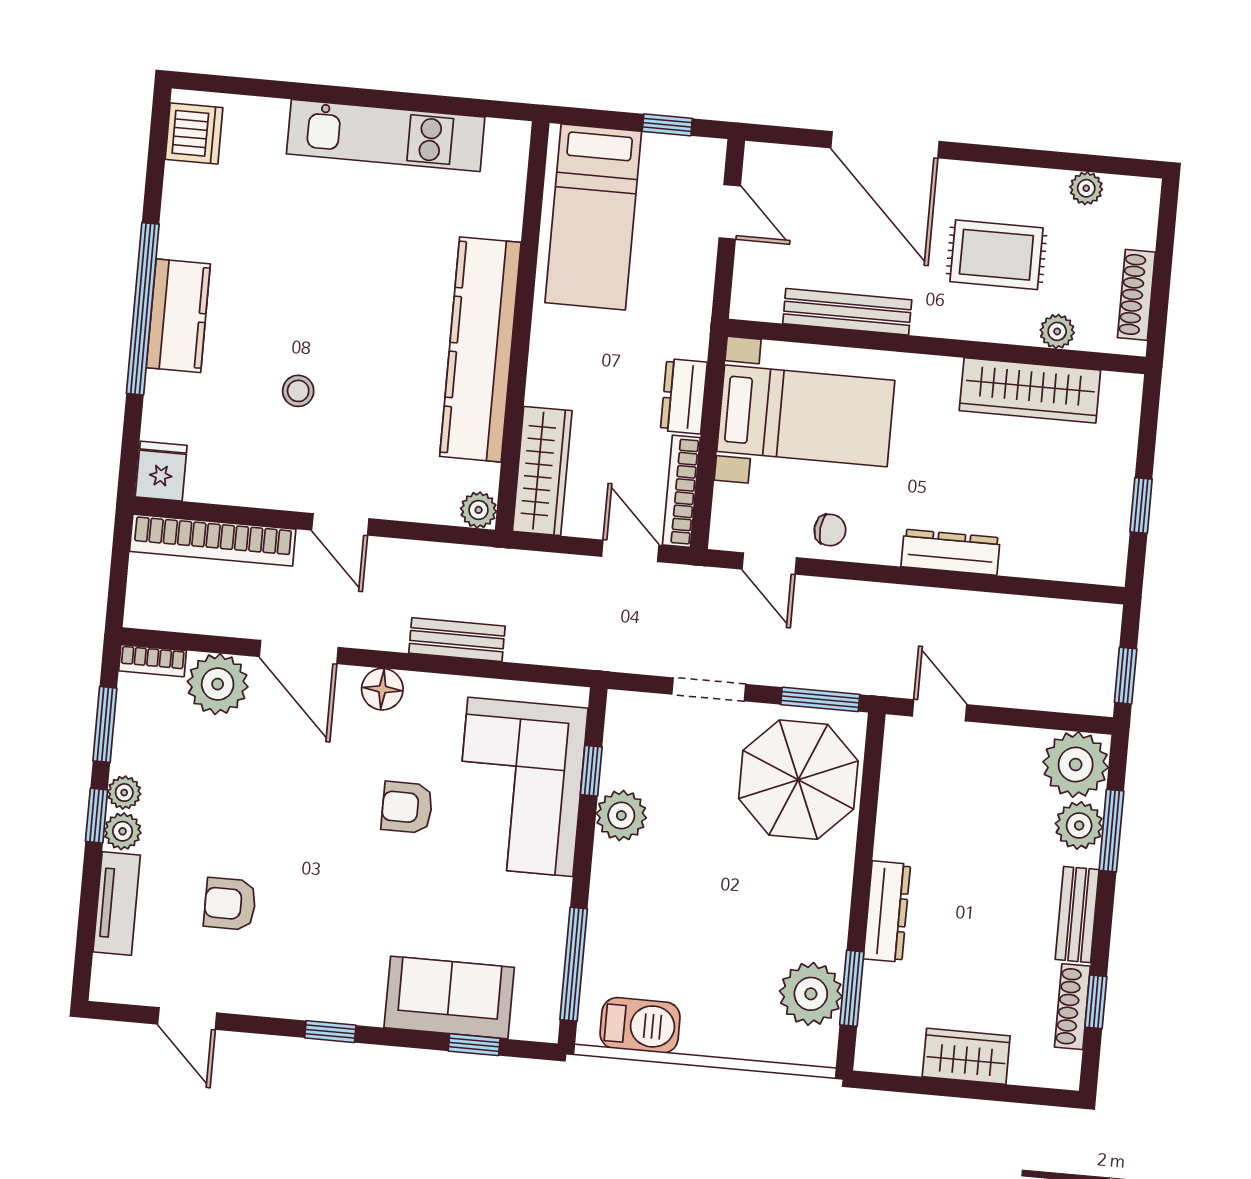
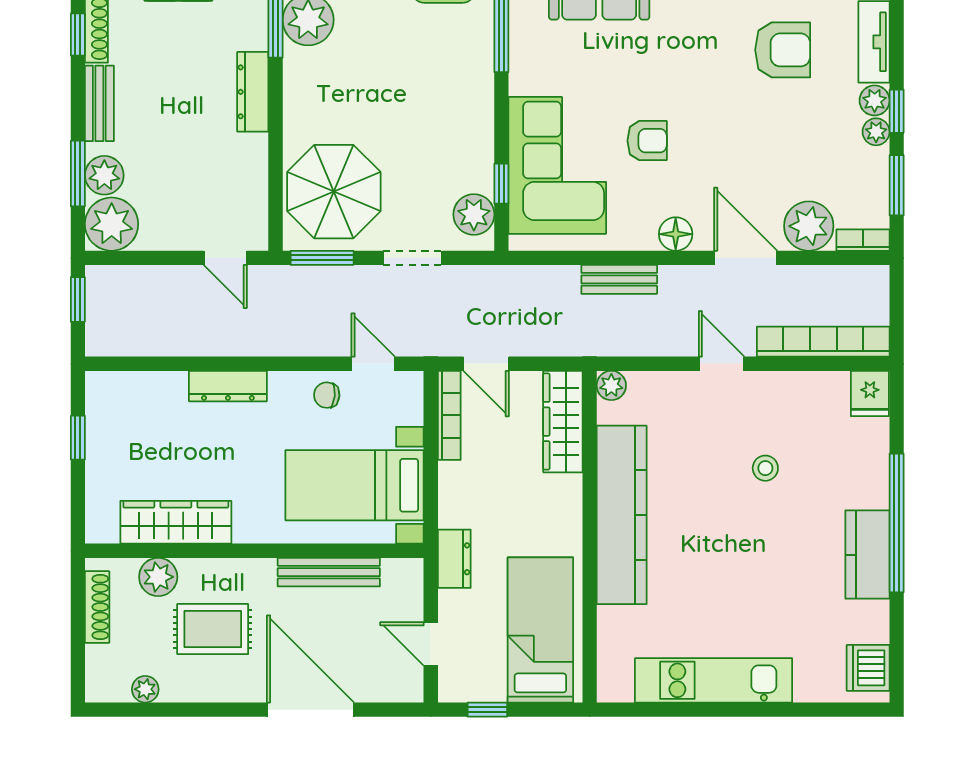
kitchen counter: (178, 316) -> (867, 555), moved
plant: (1057, 331) -> (158, 577), width x1.38, depth x1.38
dresser: (684, 396) -> (454, 559), moved
plant: (621, 815) -> (474, 214), moved
armchair: (230, 904) -> (783, 50), width x1.38, depth x1.38

